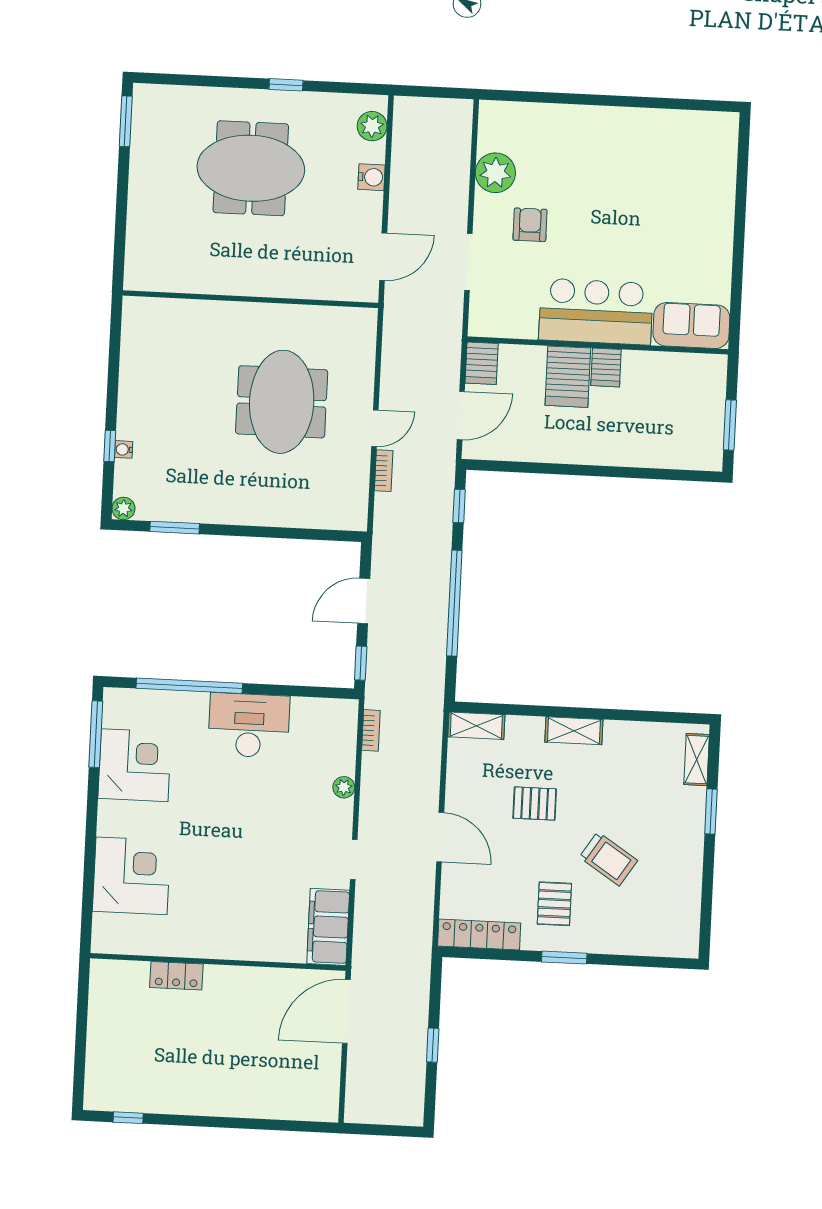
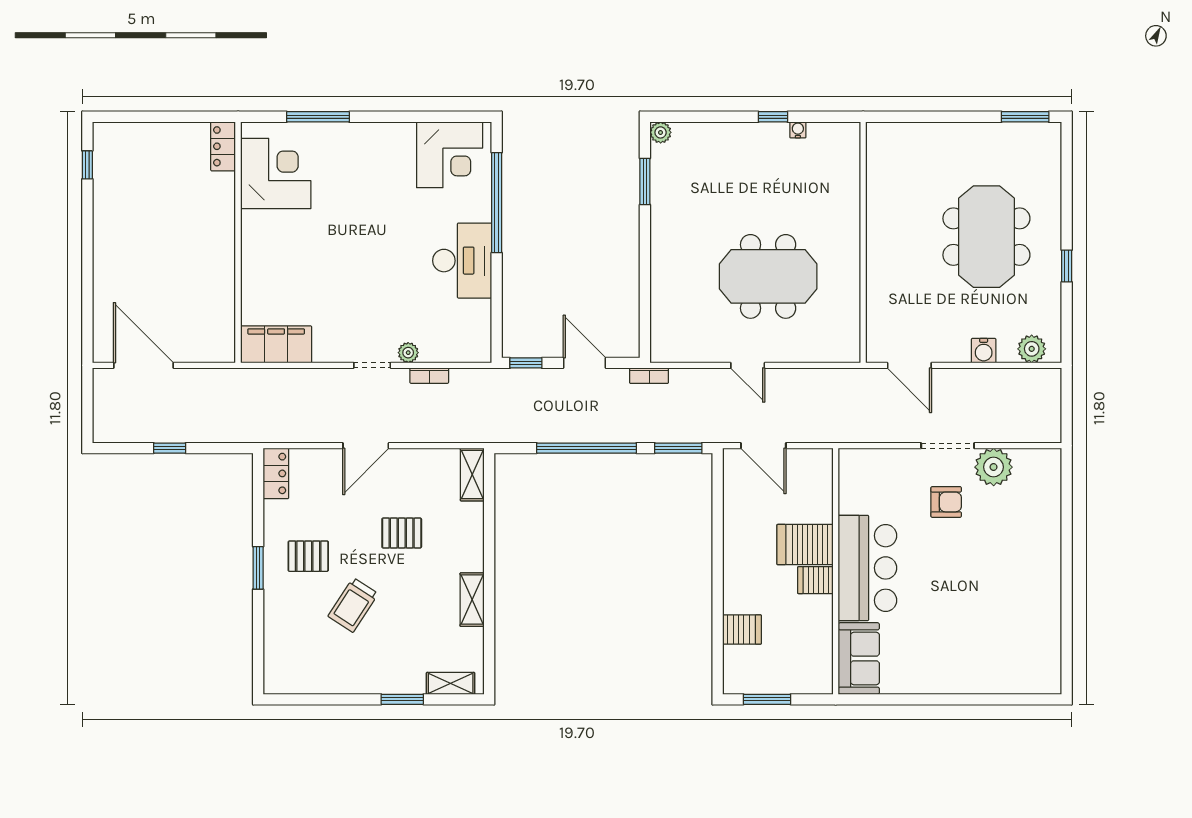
doorway: (468, 262) -> (948, 446), moved
server rack: (482, 363) -> (742, 629), moved, turned 180
window: (110, 446) -> (773, 117), moved
water cooler: (124, 449) -> (798, 130), moved
bookcase: (384, 471) -> (649, 376), moved
window: (459, 506) -> (678, 448), width x1.50
bookcase: (371, 730) -> (429, 376), moved
shelving: (574, 731) -> (472, 600), moved
window: (96, 734) -> (318, 117), moved
corner desk: (135, 765) -> (450, 155), moved
pallet: (535, 804) -> (402, 533), turned 90
doorway: (354, 859) -> (372, 365), moved
corner desk: (131, 876) -> (276, 174), moved, turned -90
locker: (479, 934) -> (276, 473), width x0.66
locker: (176, 976) -> (223, 146), moved
door: (346, 1011) -> (143, 365), moved

